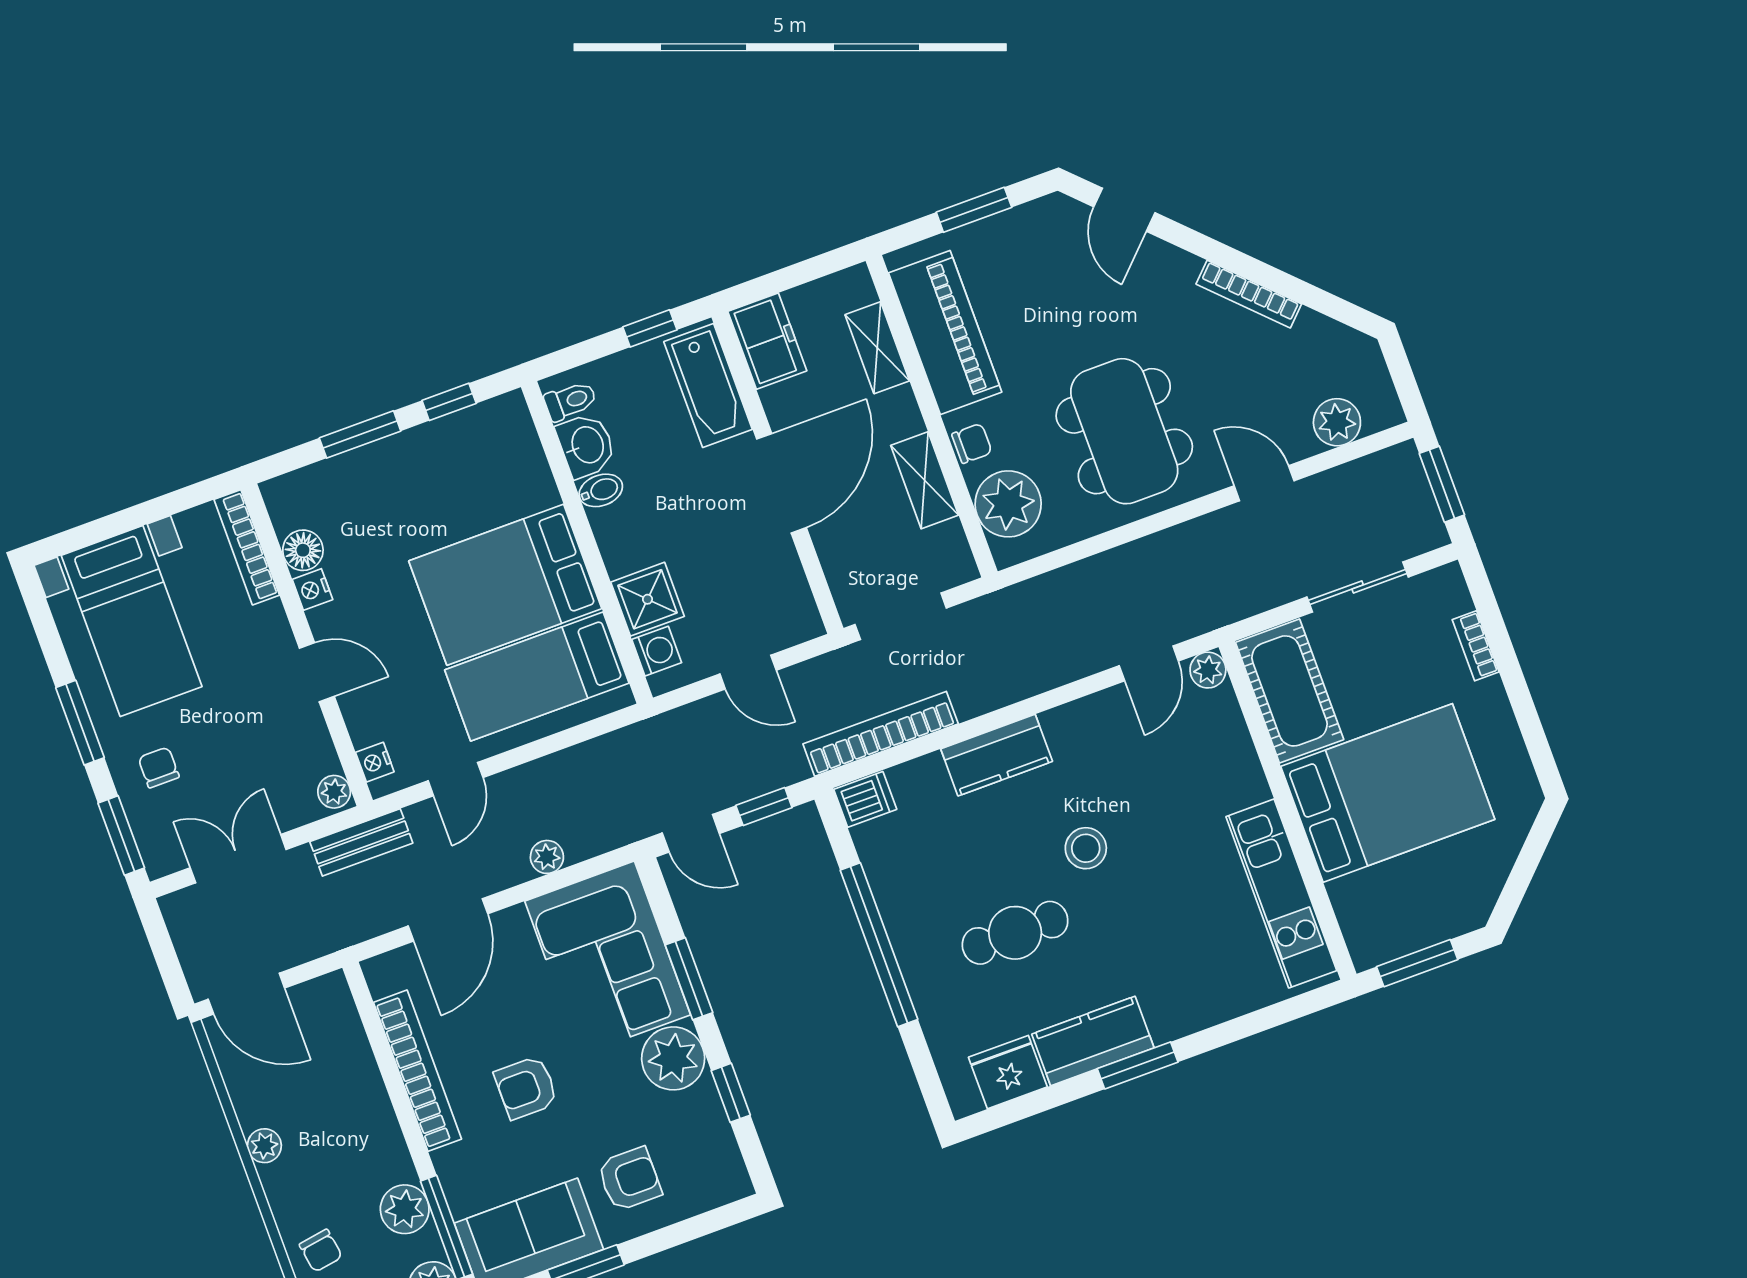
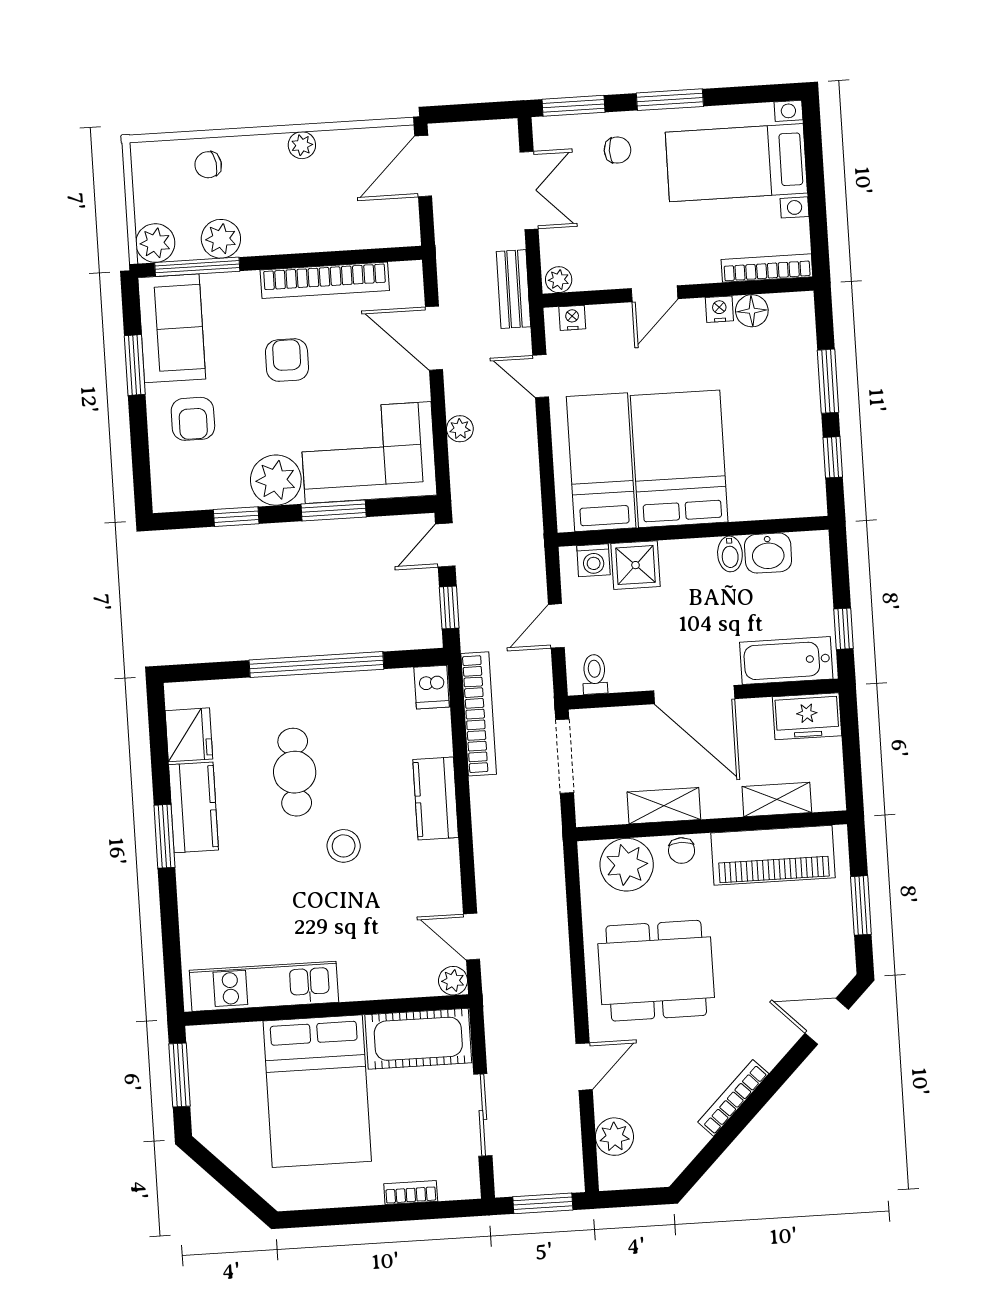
toilet: (570, 401) -> (595, 674), moved, turned 180

